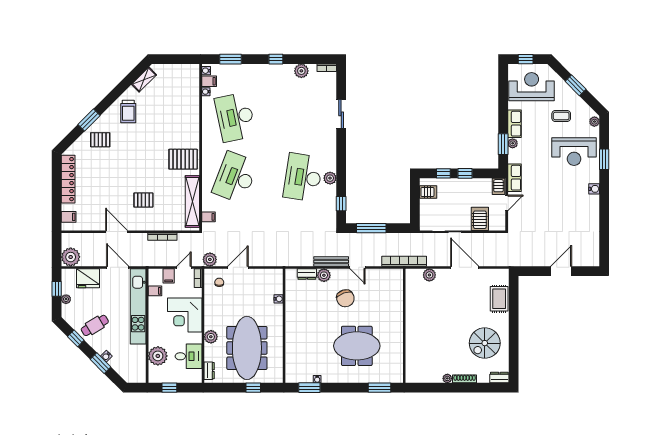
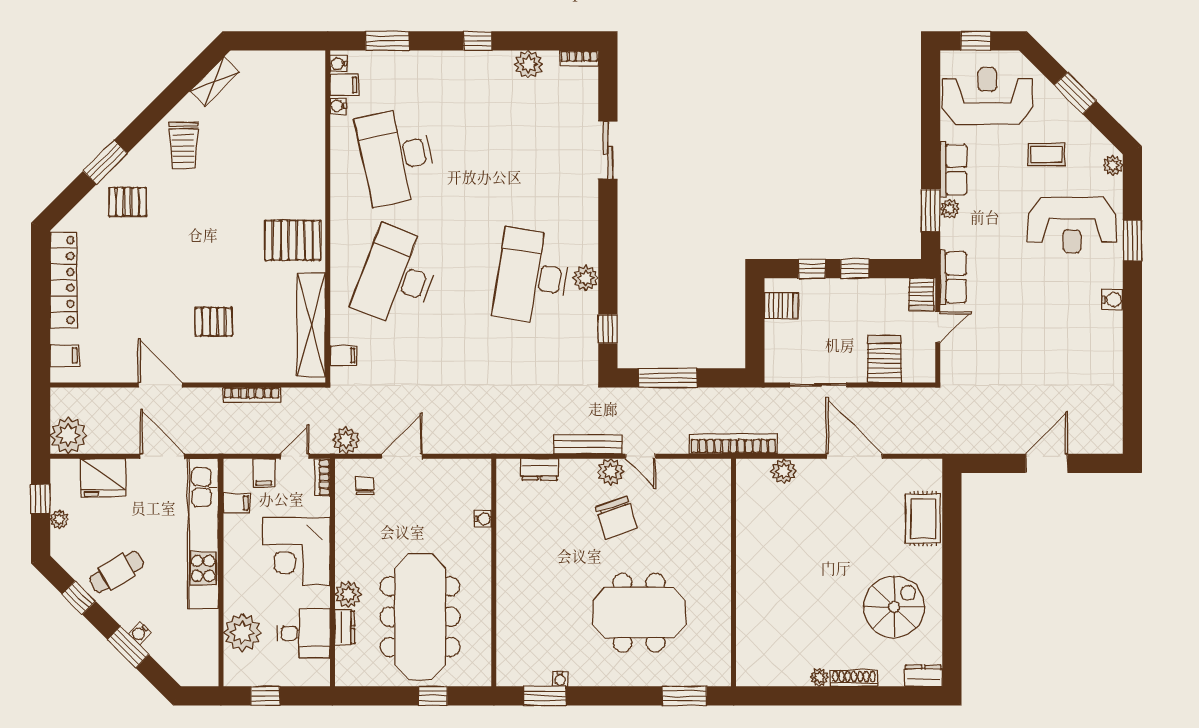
plant: (324, 275) -> (611, 472), moved
spiral stairs: (485, 343) -> (894, 607), turned 180
dresser: (209, 371) -> (345, 627), moved

